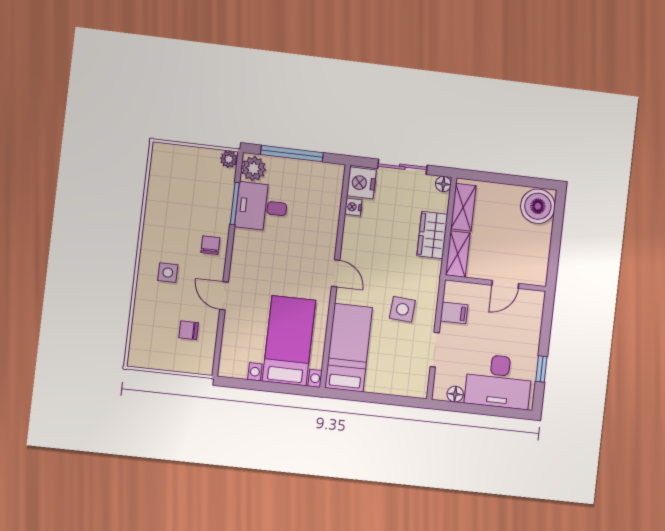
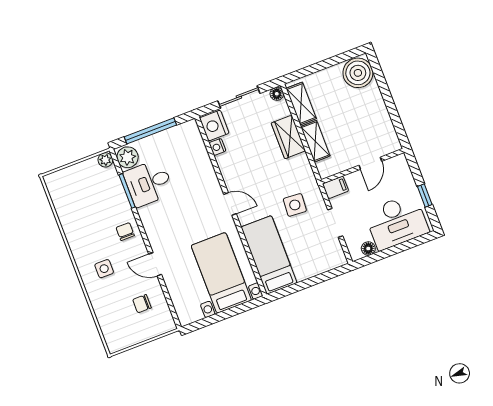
wall: (496, 283) -> (363, 166), moved
door: (505, 284) -> (370, 163), moved

